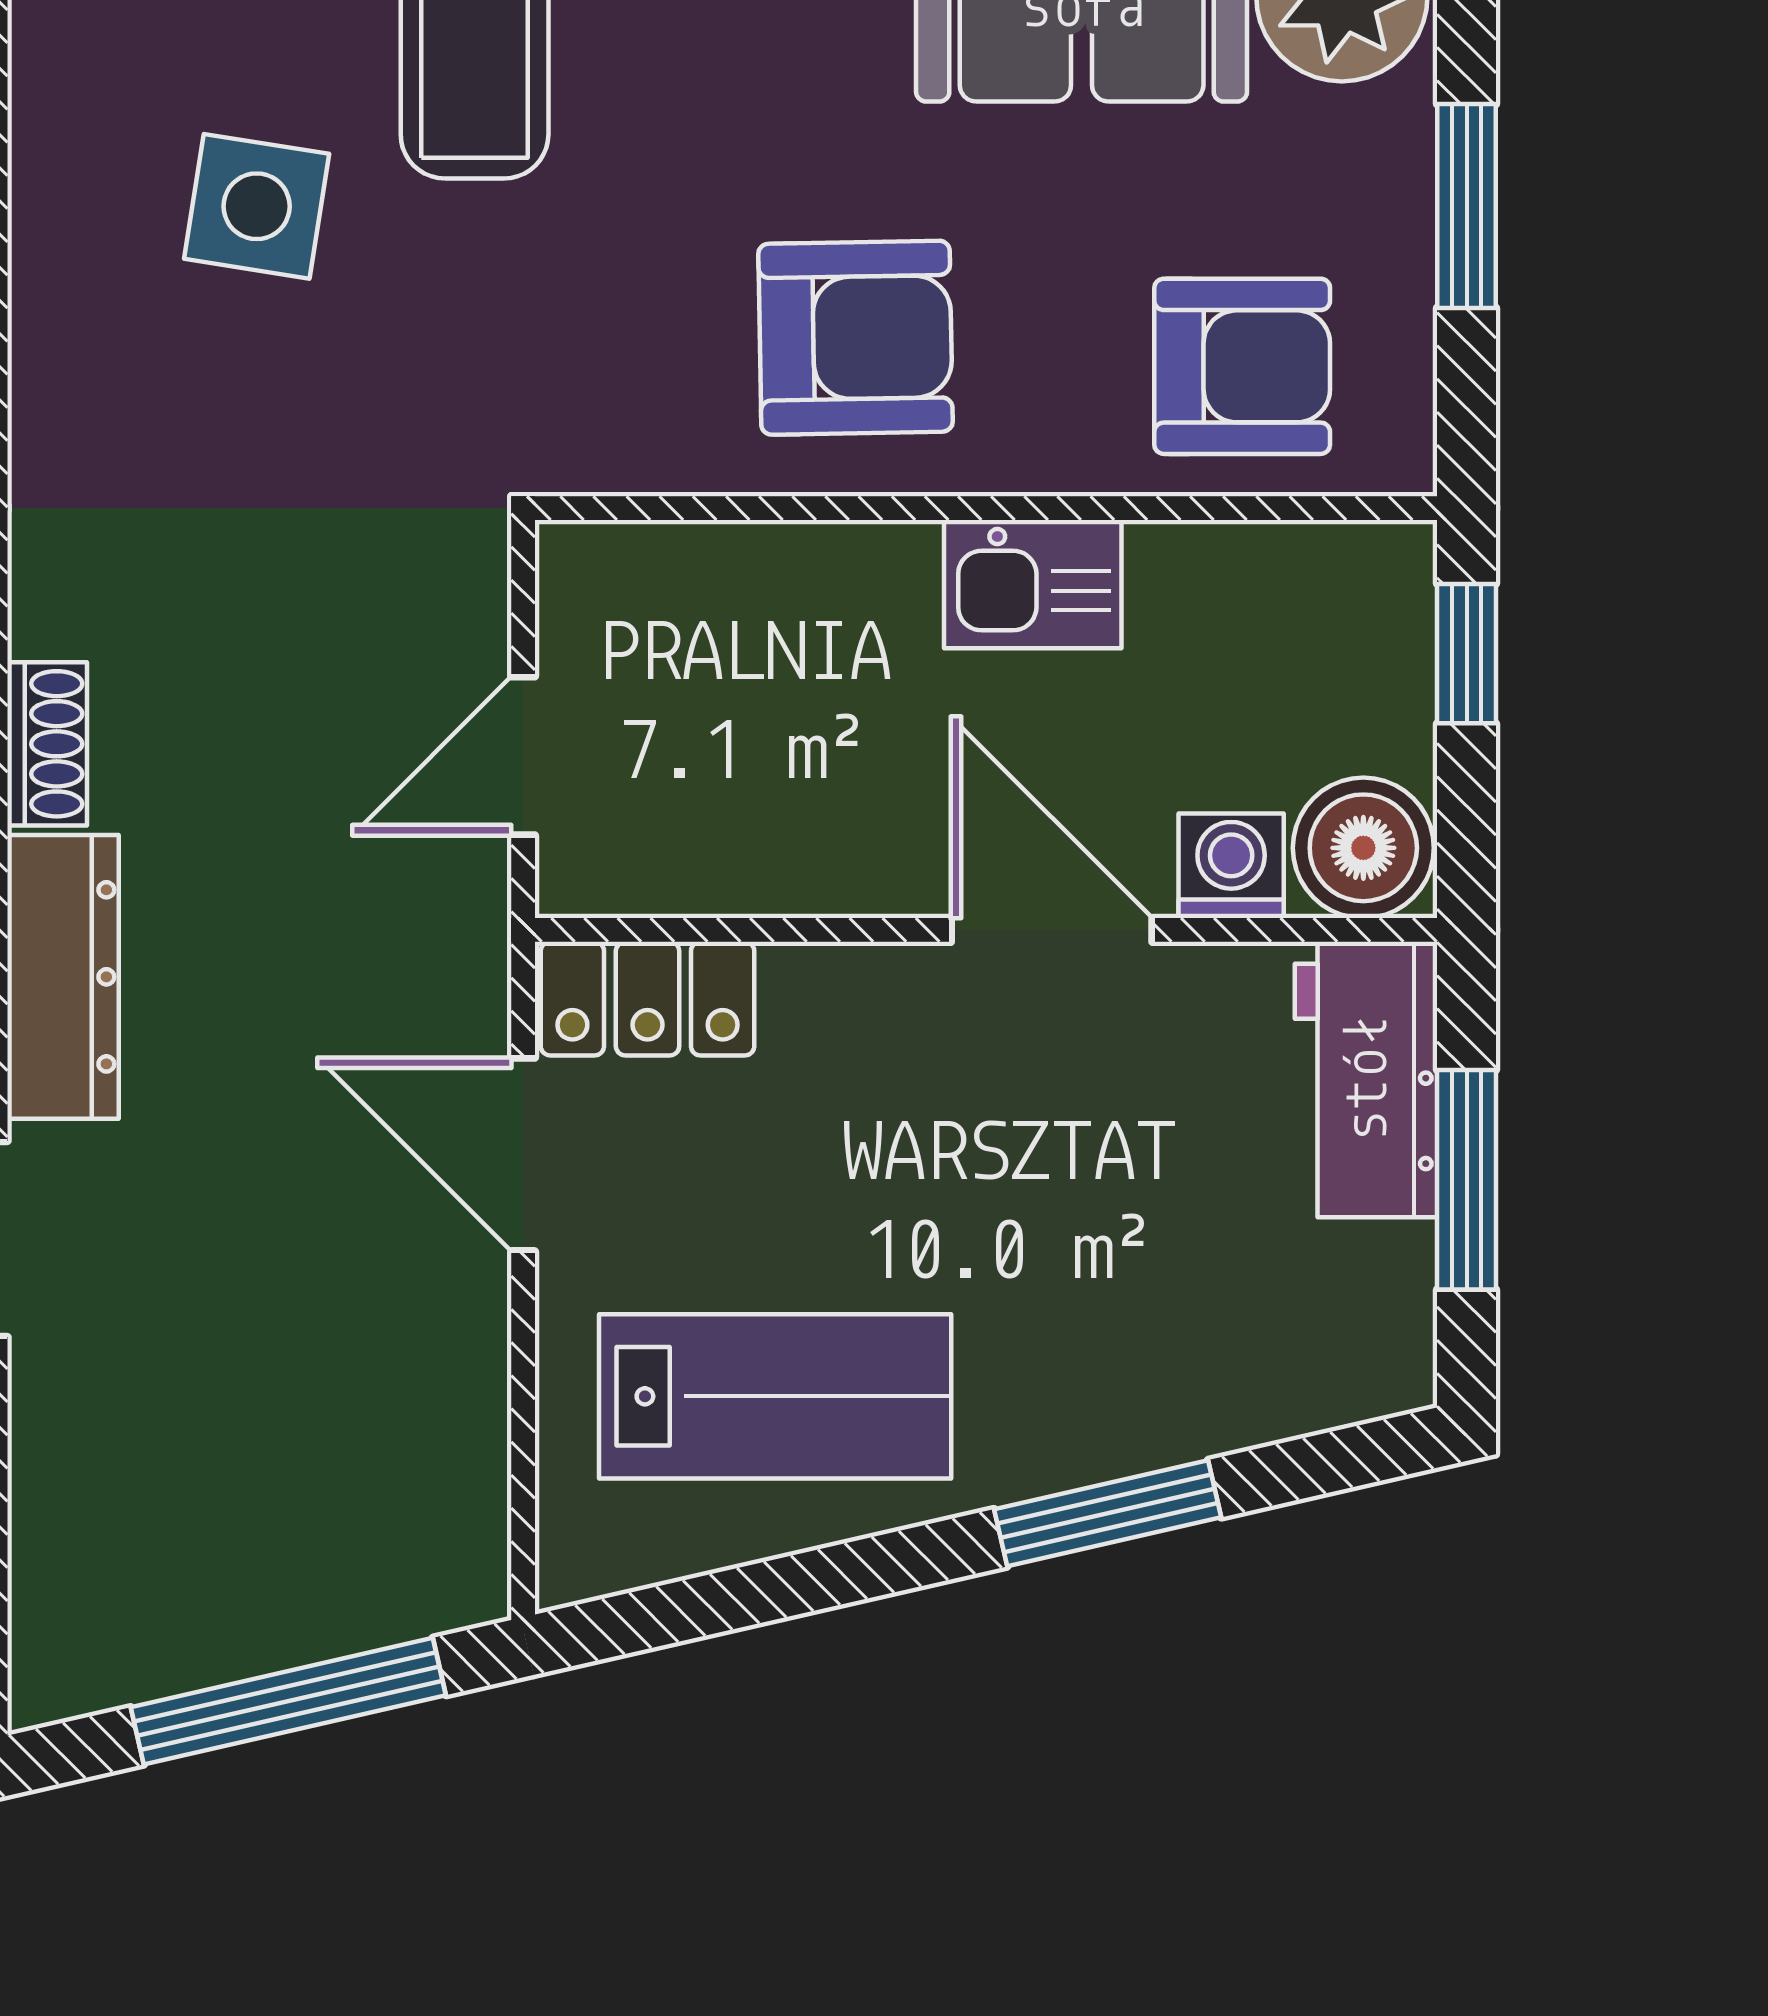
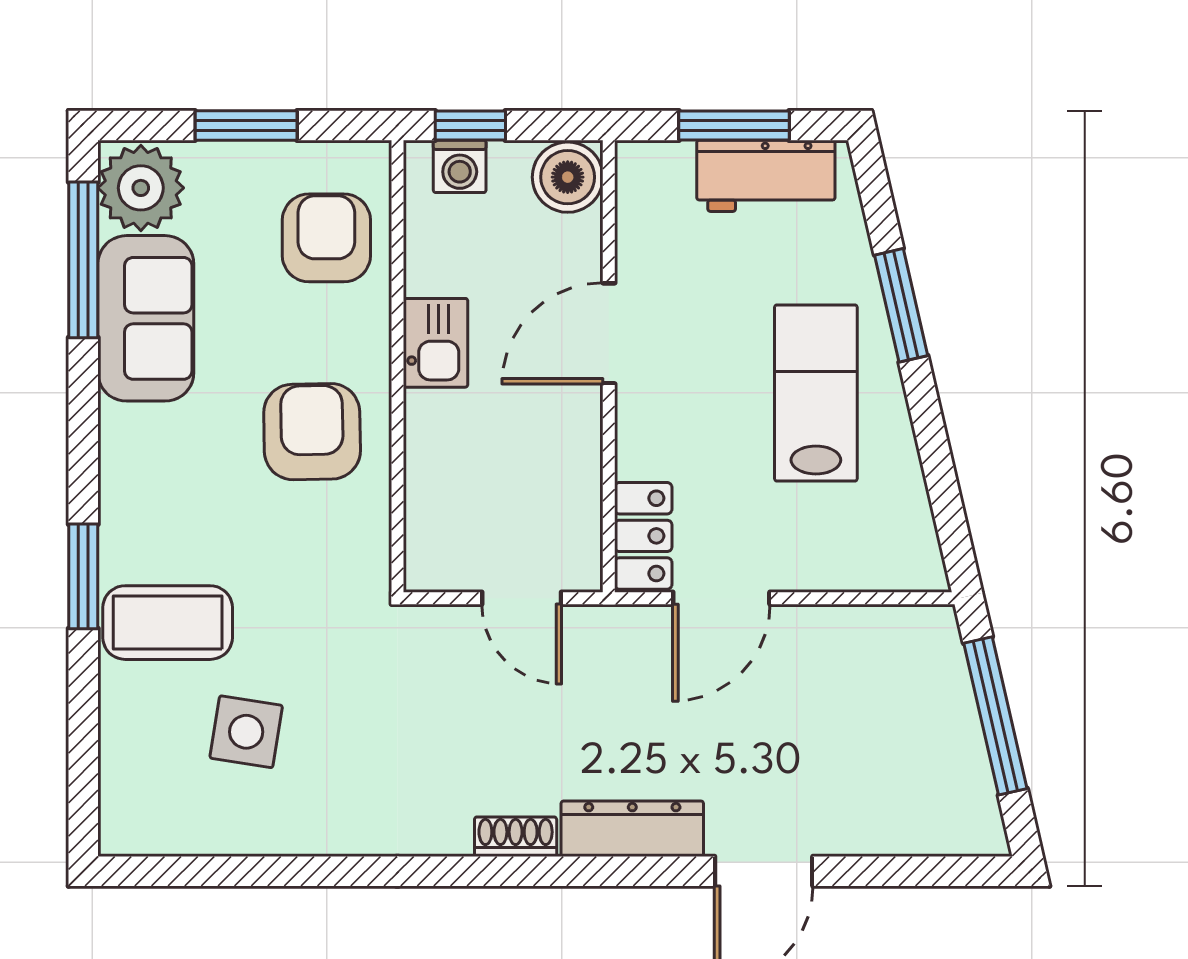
washing machine: (1231, 866) -> (460, 166), moved, turned -90
workbench: (1366, 1080) -> (766, 176), moved
lab bench: (775, 1396) -> (816, 393), moved

